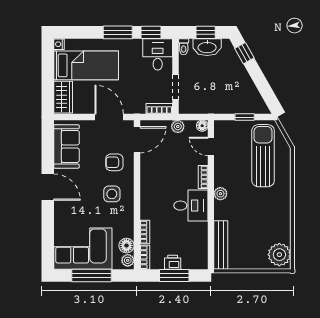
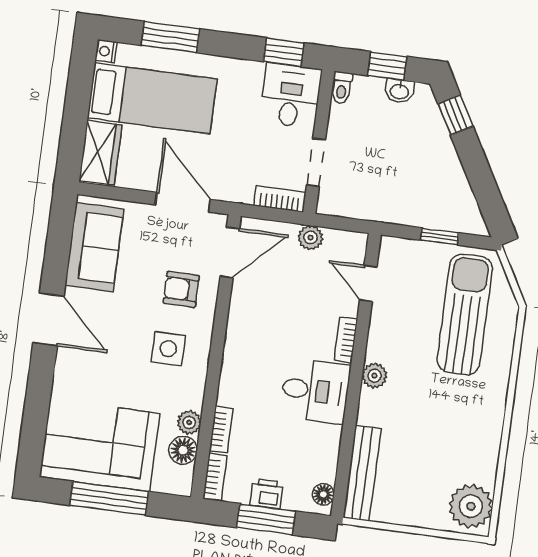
window: (118, 32) -> (170, 37), moved
washbasin: (207, 47) -> (399, 91), width x0.52, depth x0.69
floor lamp: (202, 126) -> (323, 494), moved
plant: (128, 260) -> (189, 422), moved

